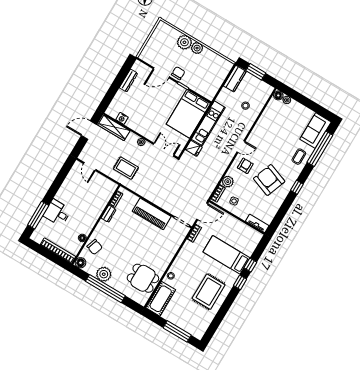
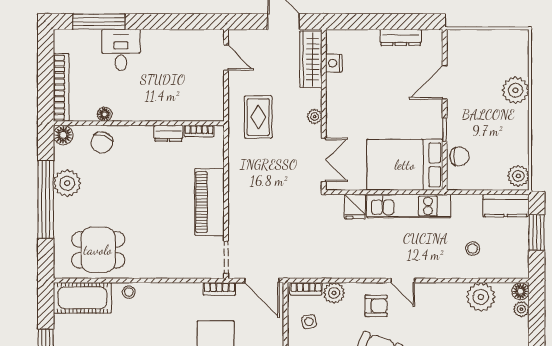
plant: (197, 48) -> (518, 176), moved
door: (161, 73) -> (445, 82), hinge flipped
chair: (178, 73) -> (459, 156), moved
plant: (270, 115) -> (481, 297), added
door: (90, 166) -> (226, 57), swing flipped
dining table: (143, 278) -> (98, 250), turned 90

